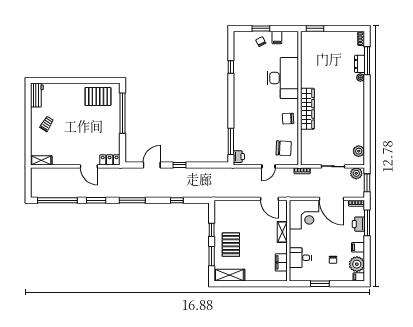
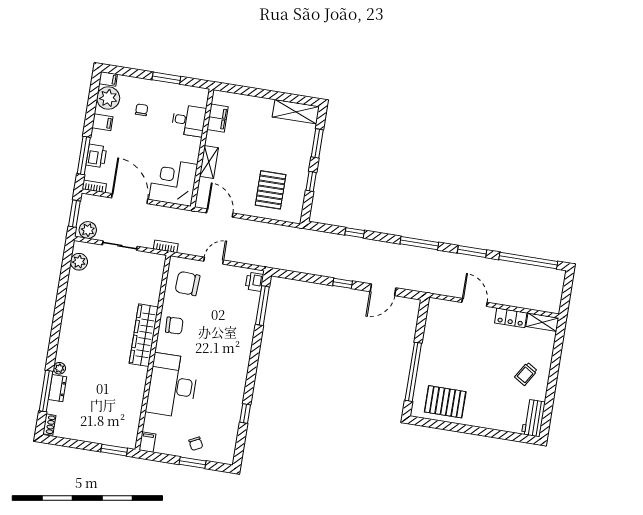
filing cabinet: (277, 37) -> (147, 442), moved
locker: (110, 160) -> (511, 318), moved
pallet: (231, 245) -> (271, 190), moved

